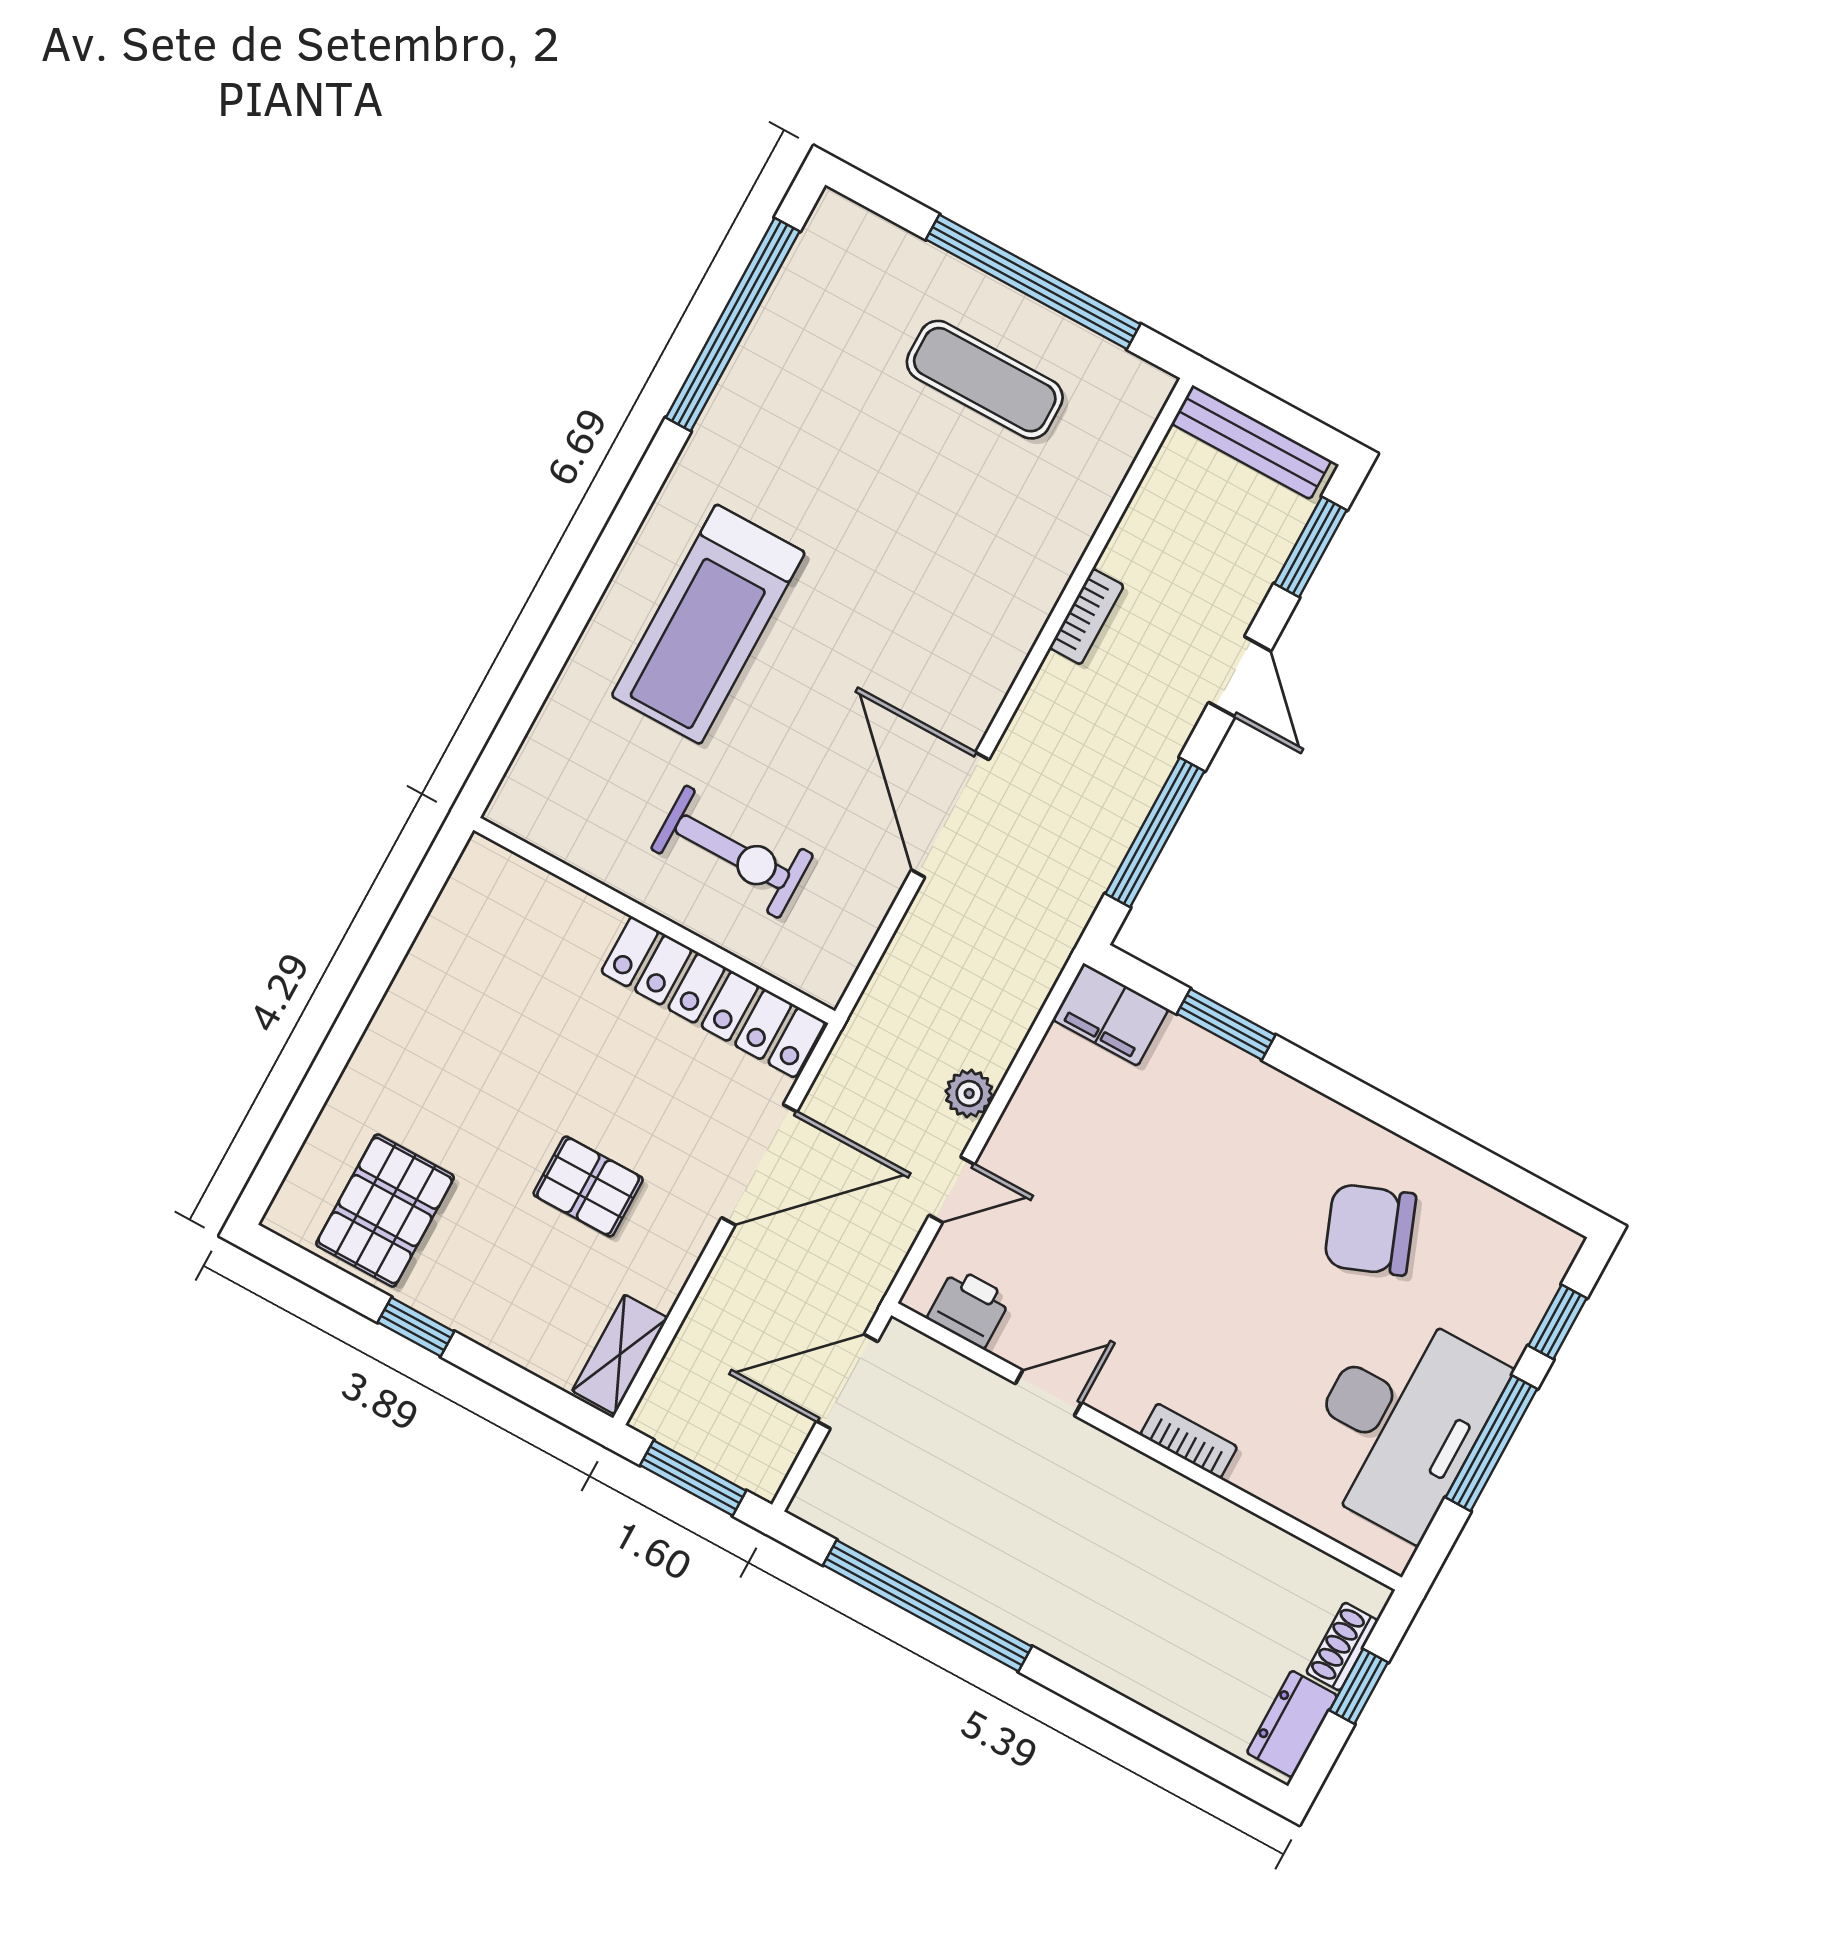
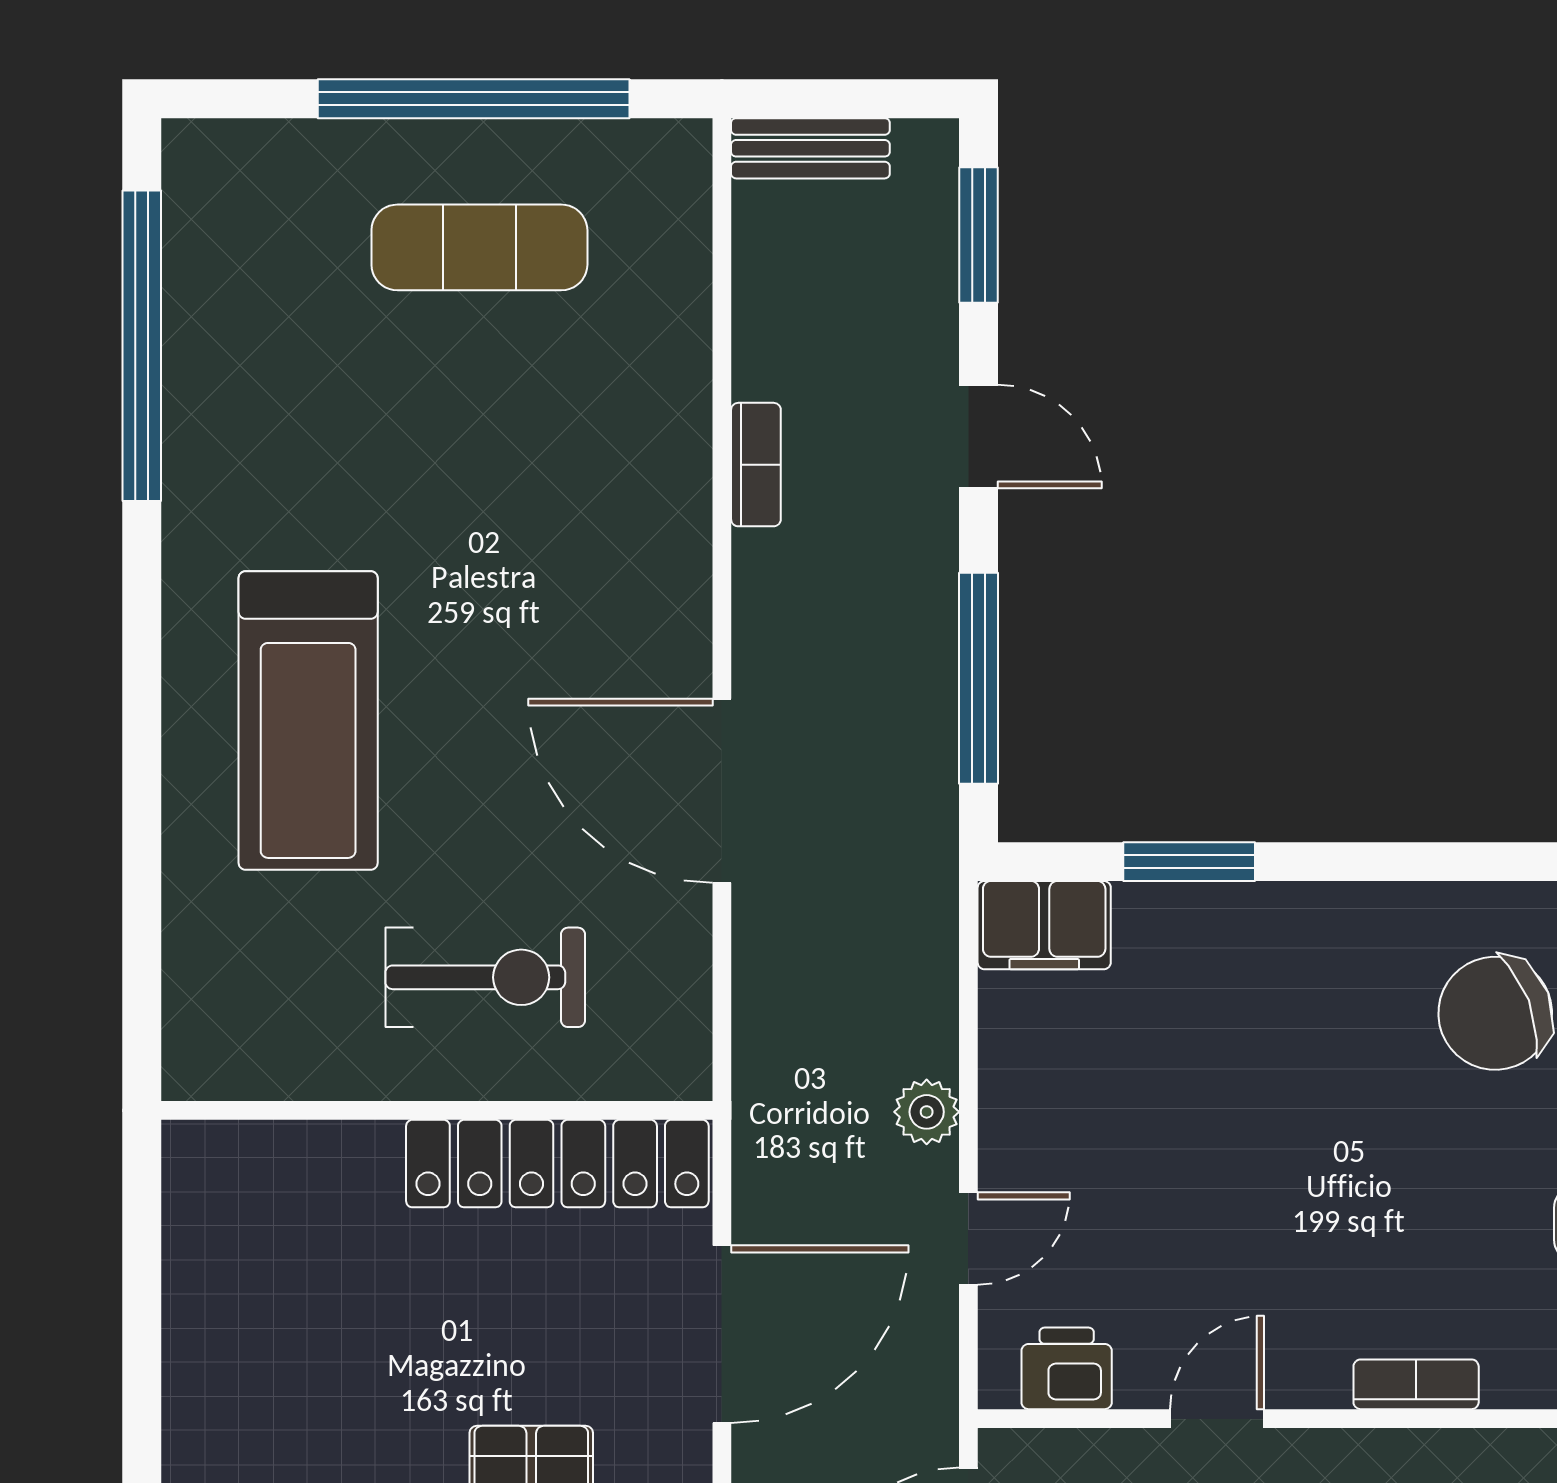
bench: (1251, 442) -> (810, 148), width x0.73

